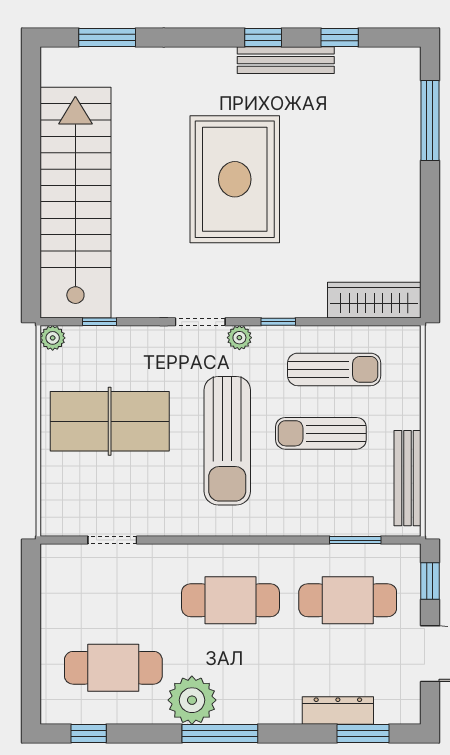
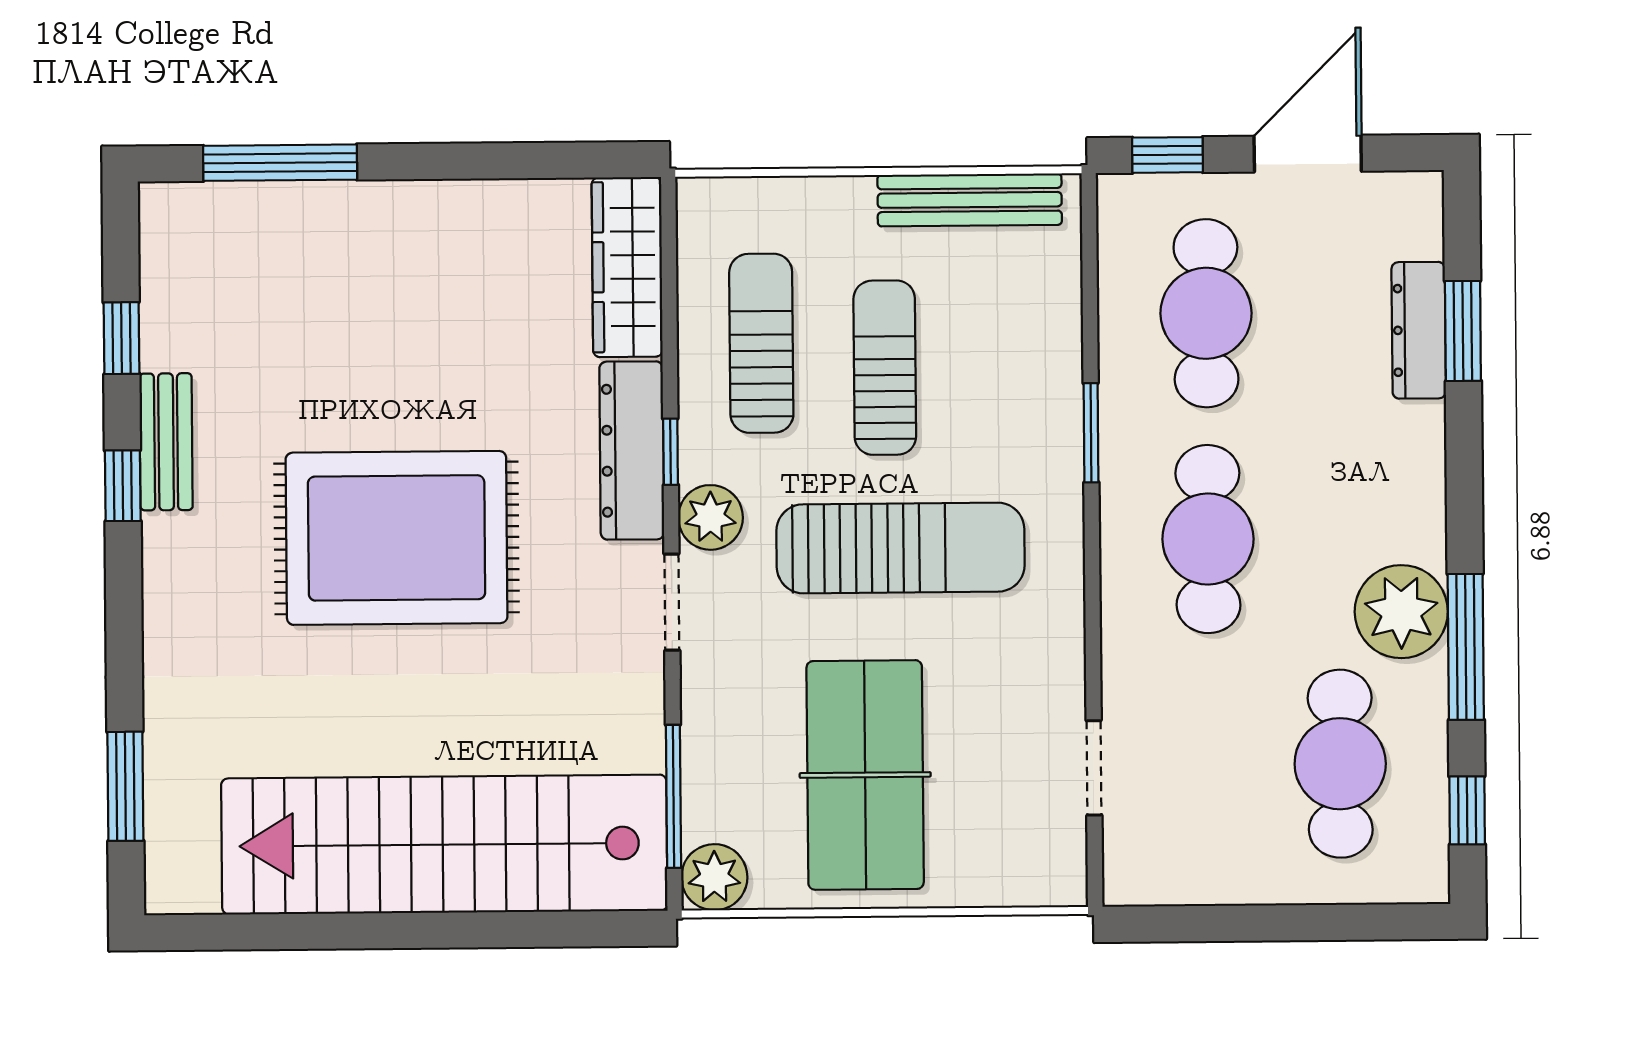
bench: (286, 60) -> (166, 442), width x0.73
dresser: (279, 302) -> (632, 451), added
window: (99, 322) -> (674, 796), width x2.17
plant: (53, 338) -> (714, 877), width x1.38, depth x1.38
plant: (239, 338) -> (711, 517), width x1.38, depth x1.38
sun lounger: (321, 433) -> (885, 368), turned 180
window: (355, 540) -> (1091, 433), moved
window: (220, 733) -> (1466, 647), moved
window: (363, 733) -> (1463, 331), moved

